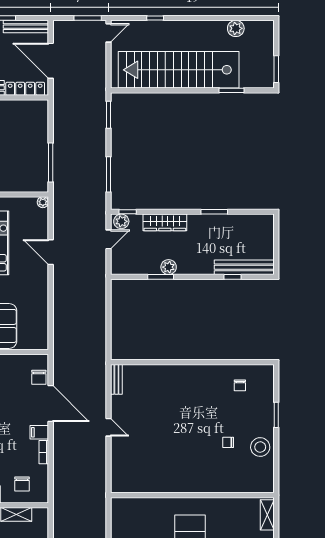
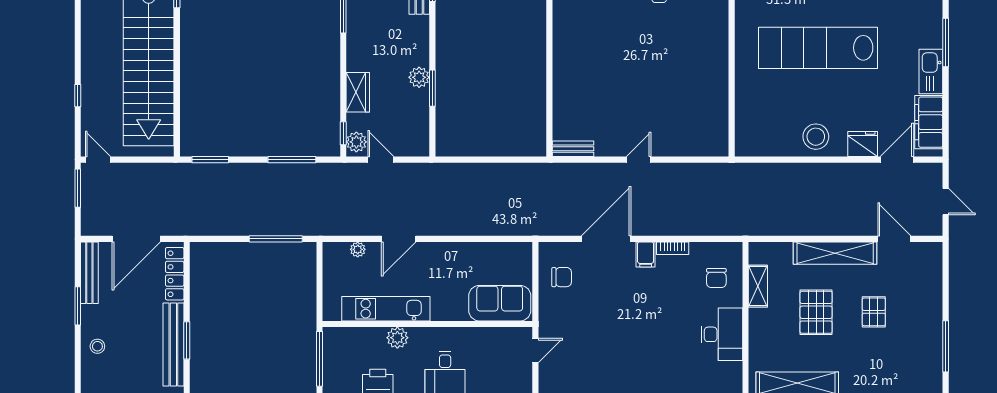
plant: (43, 202) -> (358, 249), moved
wardrobe: (165, 222) -> (358, 92), width x0.67
chair: (39, 377) -> (562, 277), moved
chair: (22, 484) -> (716, 278), turned 90

